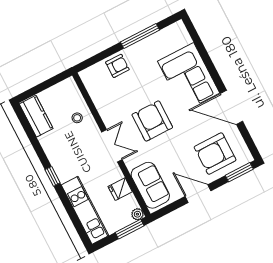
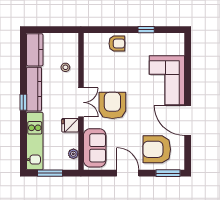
window: (140, 36) -> (146, 30), width x0.46
armchair: (152, 121) -> (112, 105), moved
kitchen counter: (56, 157) -> (34, 89), added
fridge: (120, 189) -> (70, 125), moved
plant: (137, 214) -> (73, 154), moved
window: (130, 229) -> (50, 173), moved

